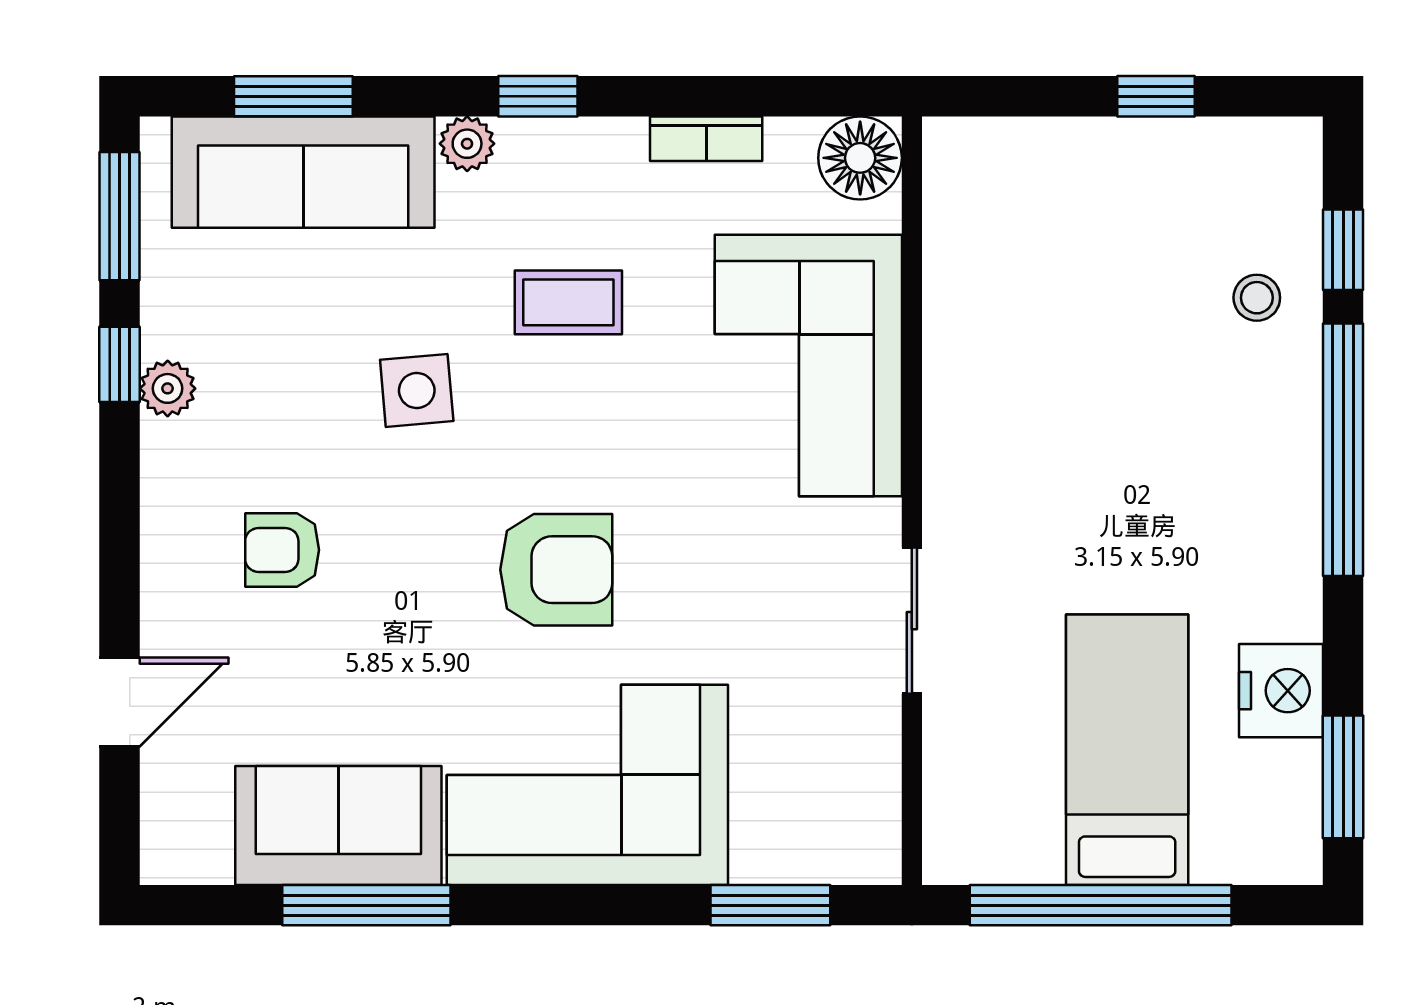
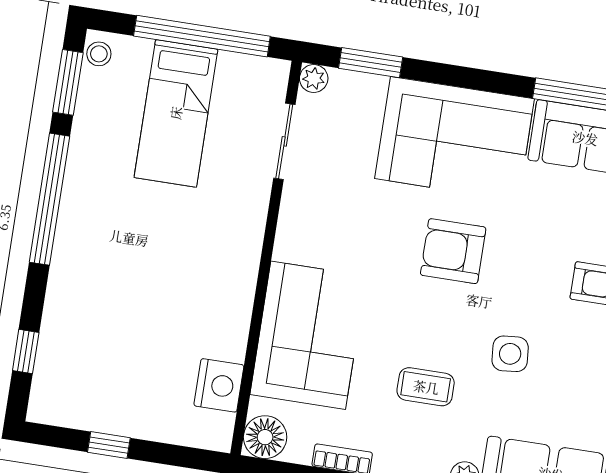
stool: (1257, 298) -> (99, 54), moved
window: (1343, 450) -> (50, 199), moved
sliding door: (912, 621) -> (284, 141), moved
nightstand: (1281, 691) -> (219, 385), moved, turned 180
plant: (874, 858) -> (314, 78), added

